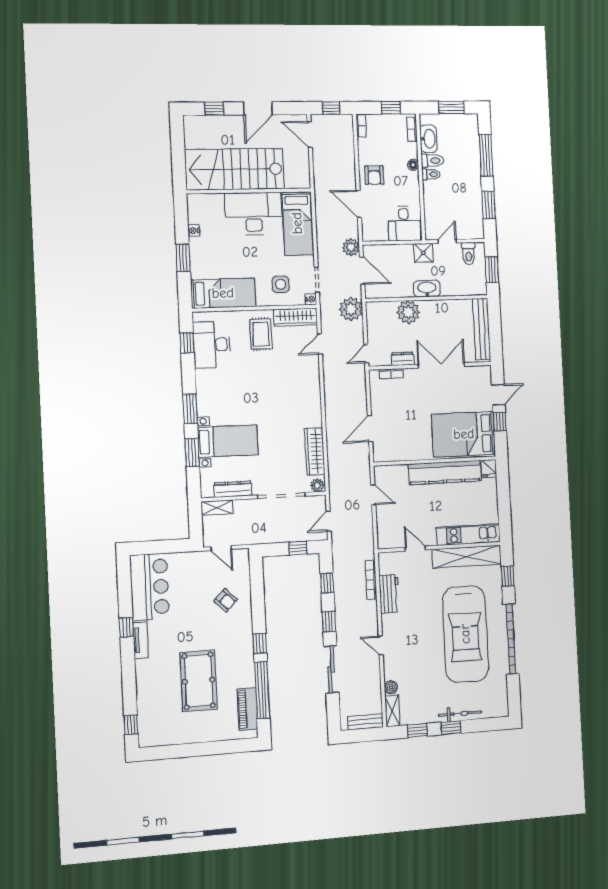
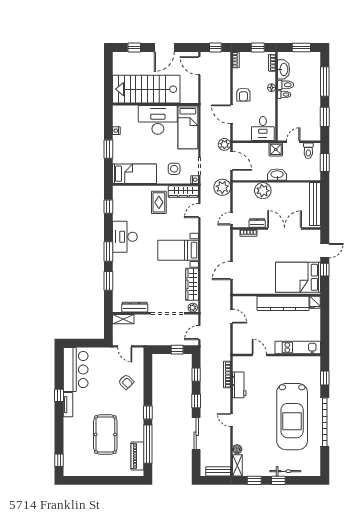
desk: (212, 345) -> (125, 237), moved
bed with nightstands: (228, 441) -> (178, 250), moved, turned 180
shelving: (467, 557) -> (296, 363), removed

